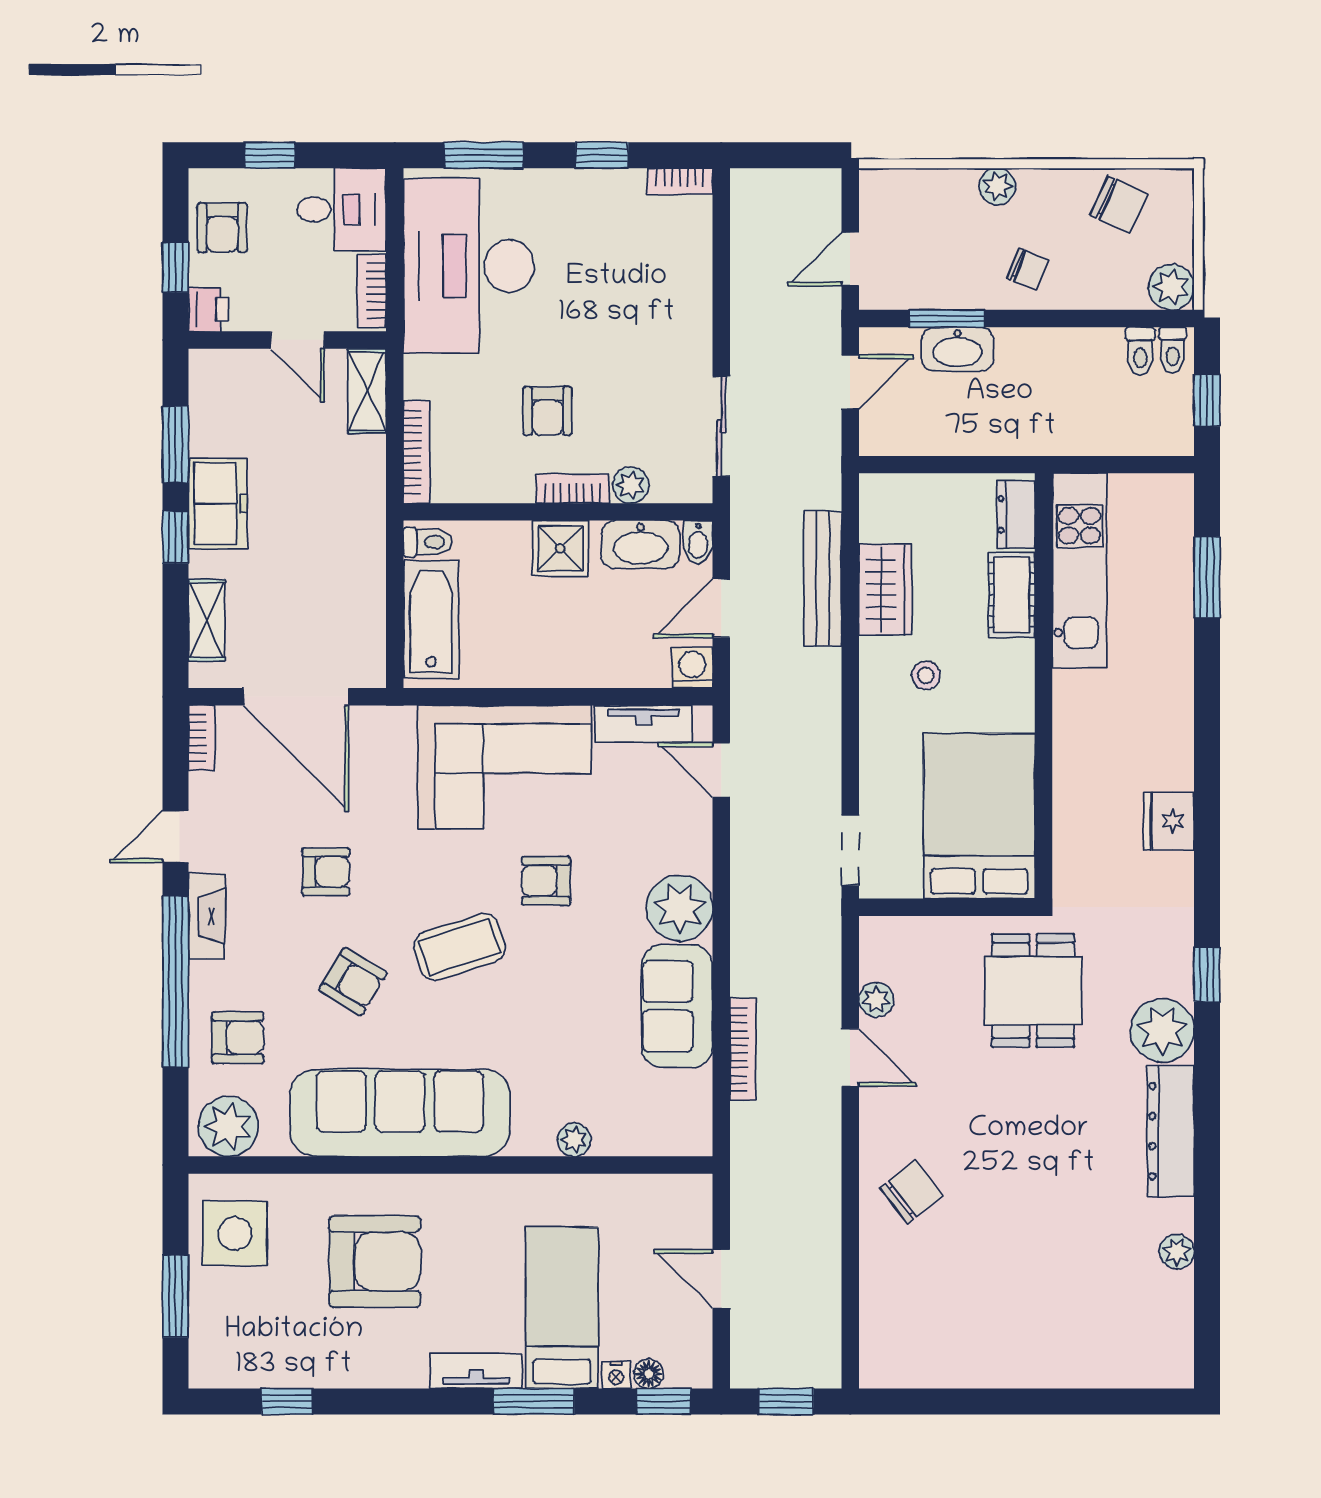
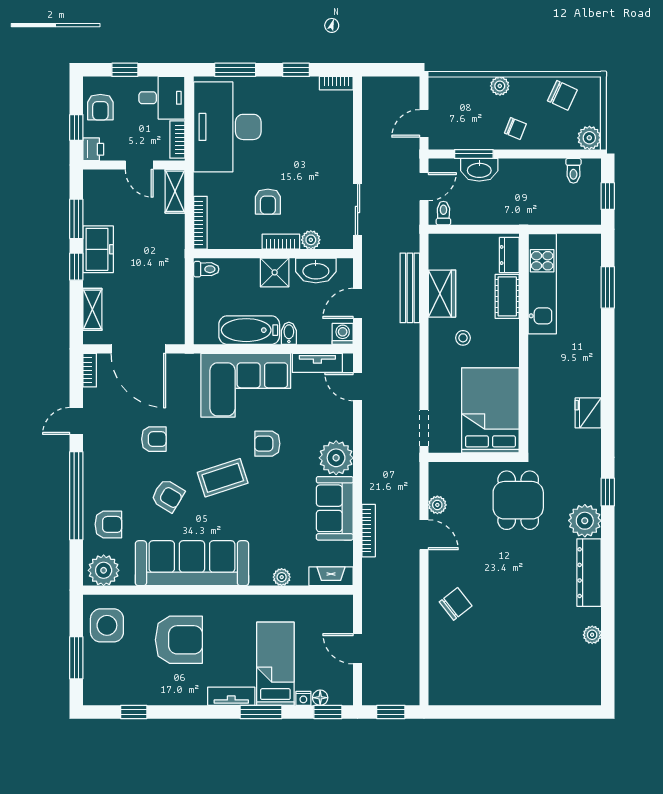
toilet: (1173, 350) -> (443, 213), moved, turned 180
bidet: (698, 542) -> (289, 333), moved, turned 180
bathtub: (431, 619) -> (249, 330), moved, turned -90
fireplace: (207, 916) -> (331, 576), moved, turned -90

